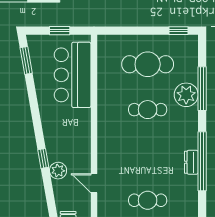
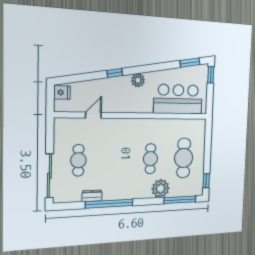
window: (60, 31) -> (211, 75), moved
window: (202, 89) -> (180, 200), moved
dresser: (191, 162) -> (92, 196), moved
plant: (58, 171) -> (138, 80), moved

